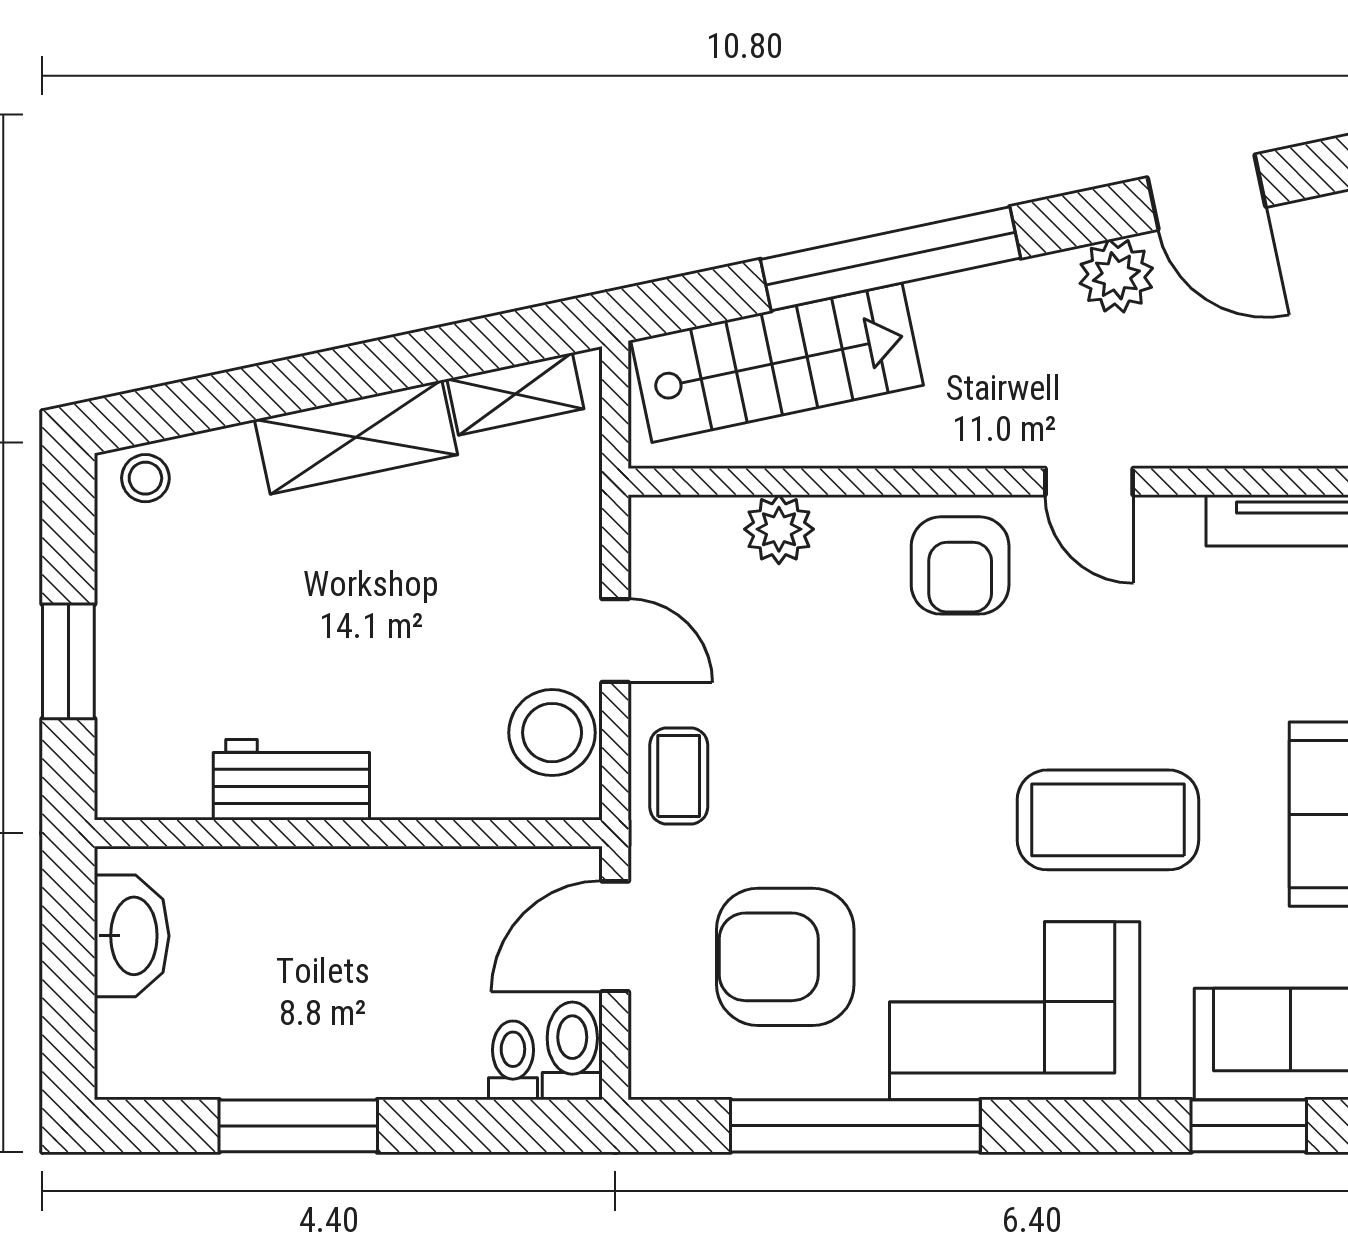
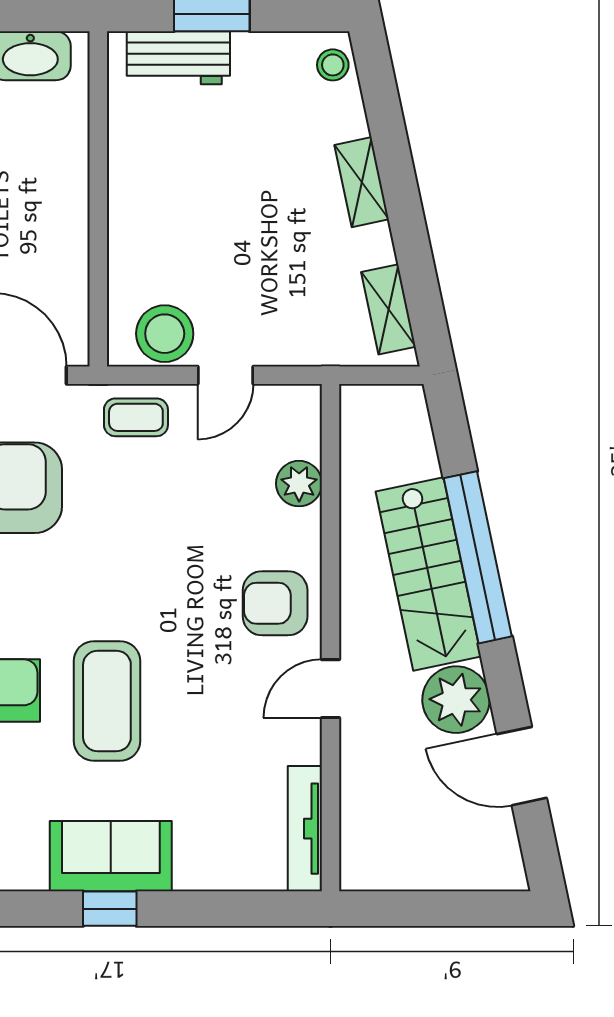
door: (1206, 192) -> (522, 766), hinge flipped
plant: (1116, 276) -> (456, 700), width x1.36, depth x1.36
stairs: (777, 363) -> (428, 574), moved
shelving: (356, 437) -> (362, 182), width x0.67, depth x0.75
workbench: (291, 780) -> (178, 58), moved, turned 90

